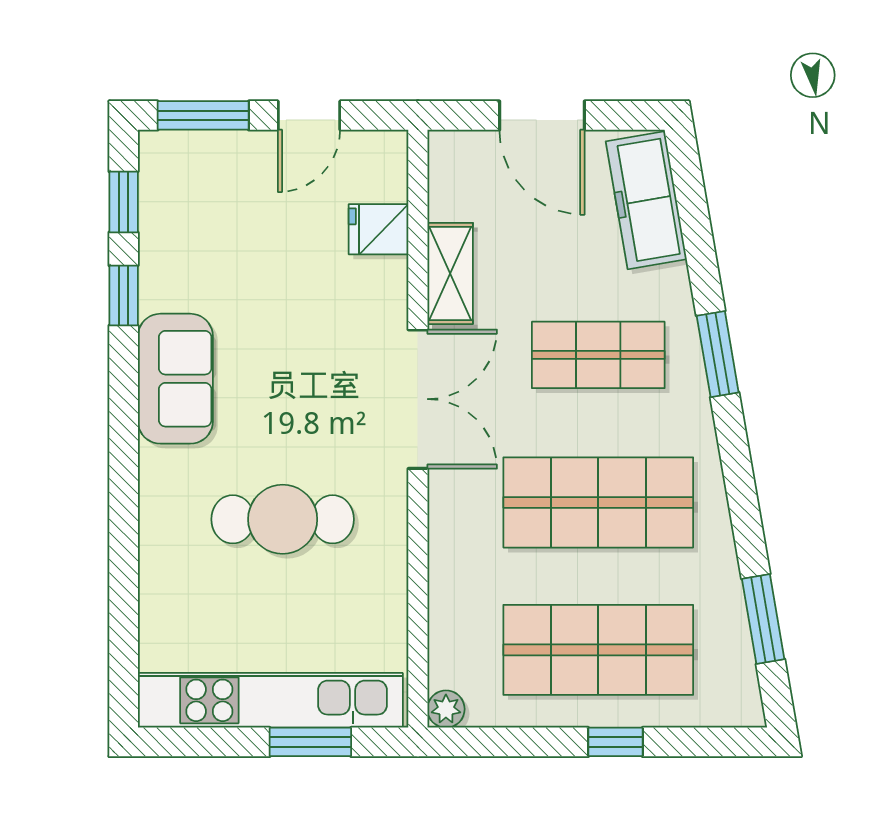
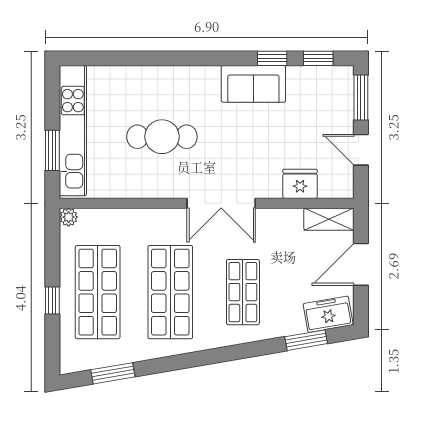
freezer: (646, 200) -> (328, 314), width x0.71
fridge: (378, 229) -> (300, 184), width x1.38
shelving: (450, 273) -> (329, 219), moved
window: (718, 354) -> (306, 340), moved
sofa: (175, 379) -> (253, 84), moved
cafe table: (283, 519) -> (162, 137), turned 90

